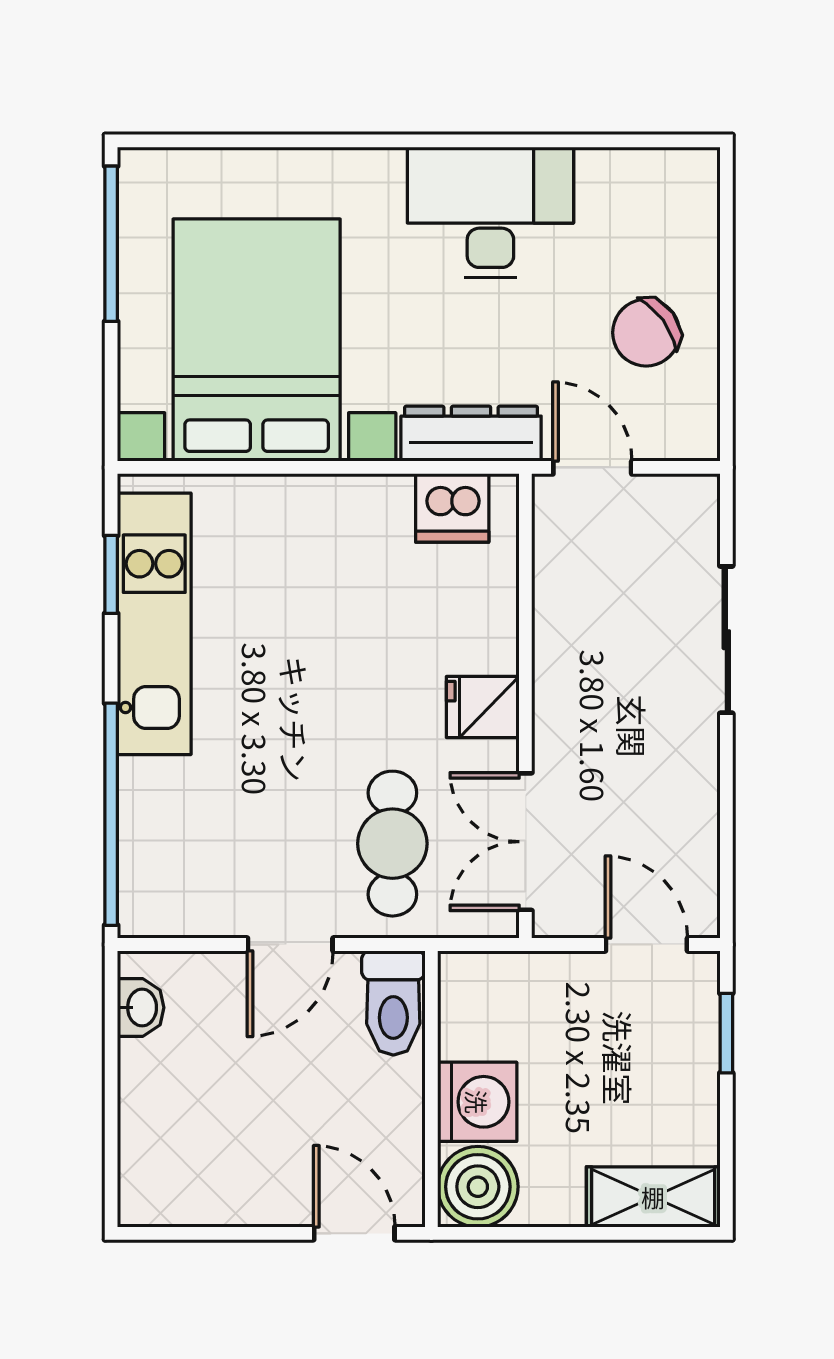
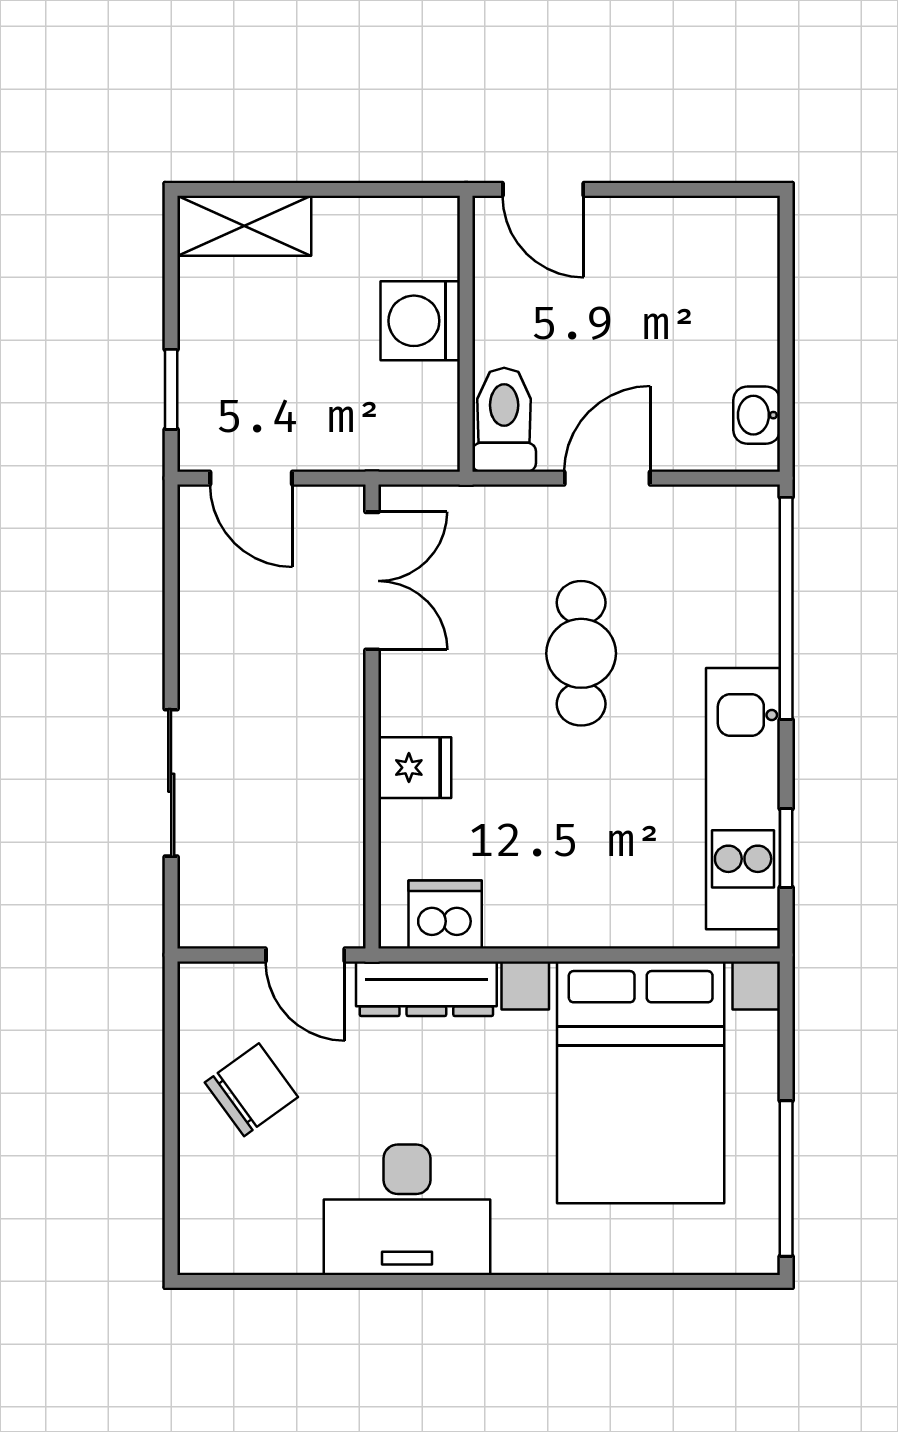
fridge: (483, 707) -> (415, 768), moved
cafe table: (392, 844) -> (581, 653), moved
boiler: (478, 1187) -> (420, 236), removed

